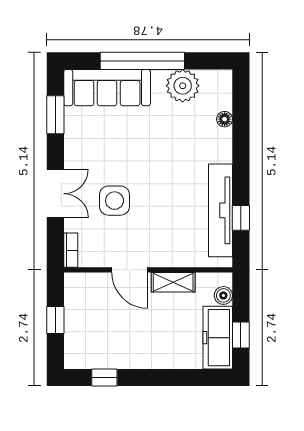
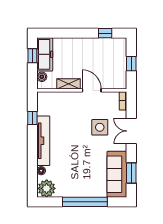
plant: (183, 86) -> (47, 188), moved
sofa: (107, 88) -> (117, 174), moved, turned -90
tv unit: (220, 210) -> (43, 141), moved

